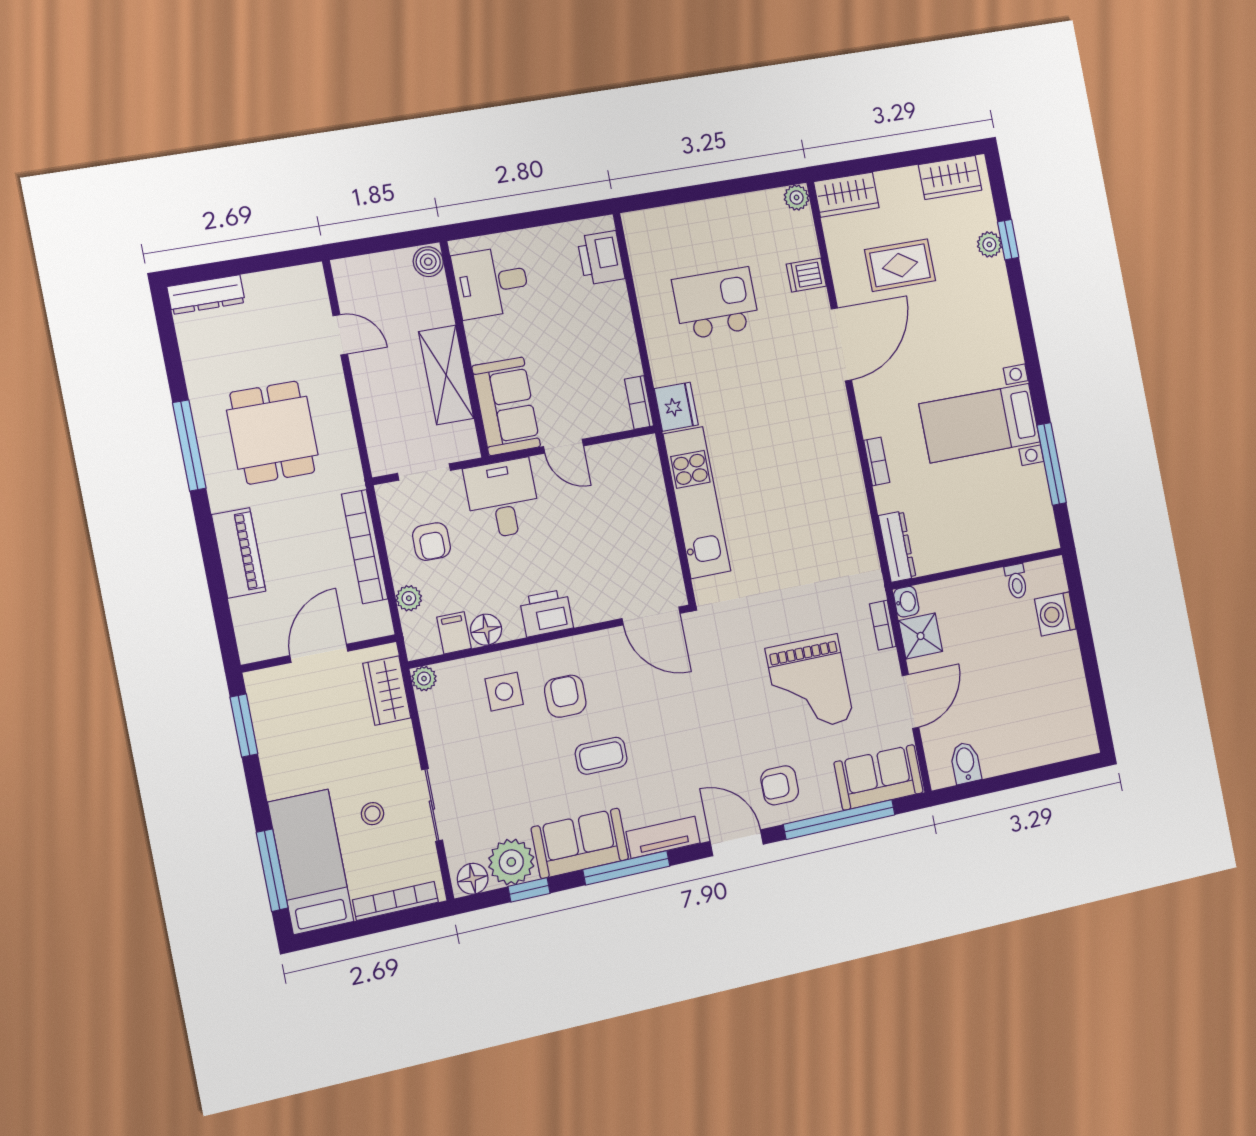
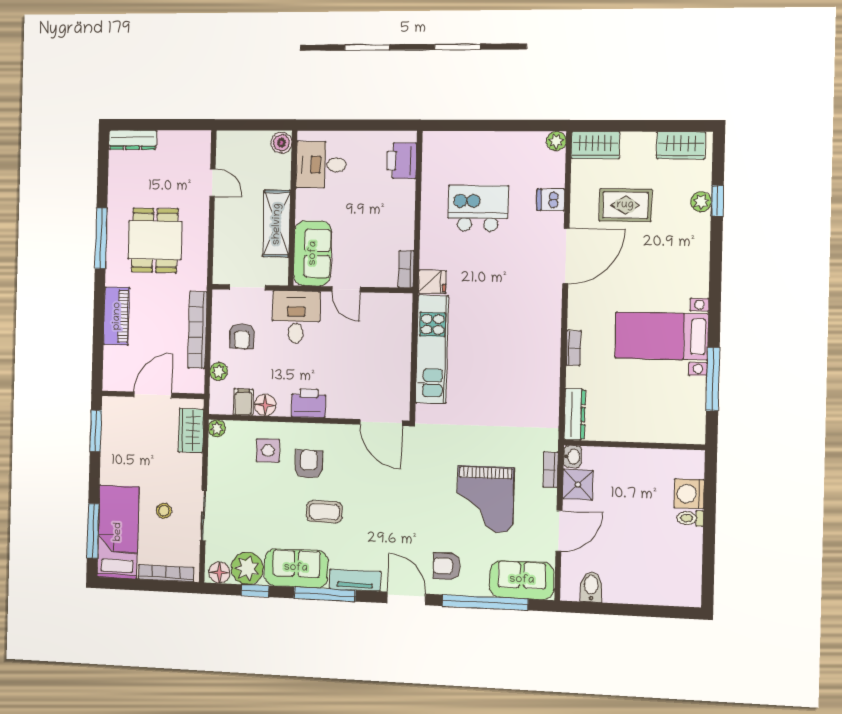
fridge: (676, 407) -> (432, 282), width x0.72
toilet: (1016, 581) -> (690, 518), moved, turned 90

